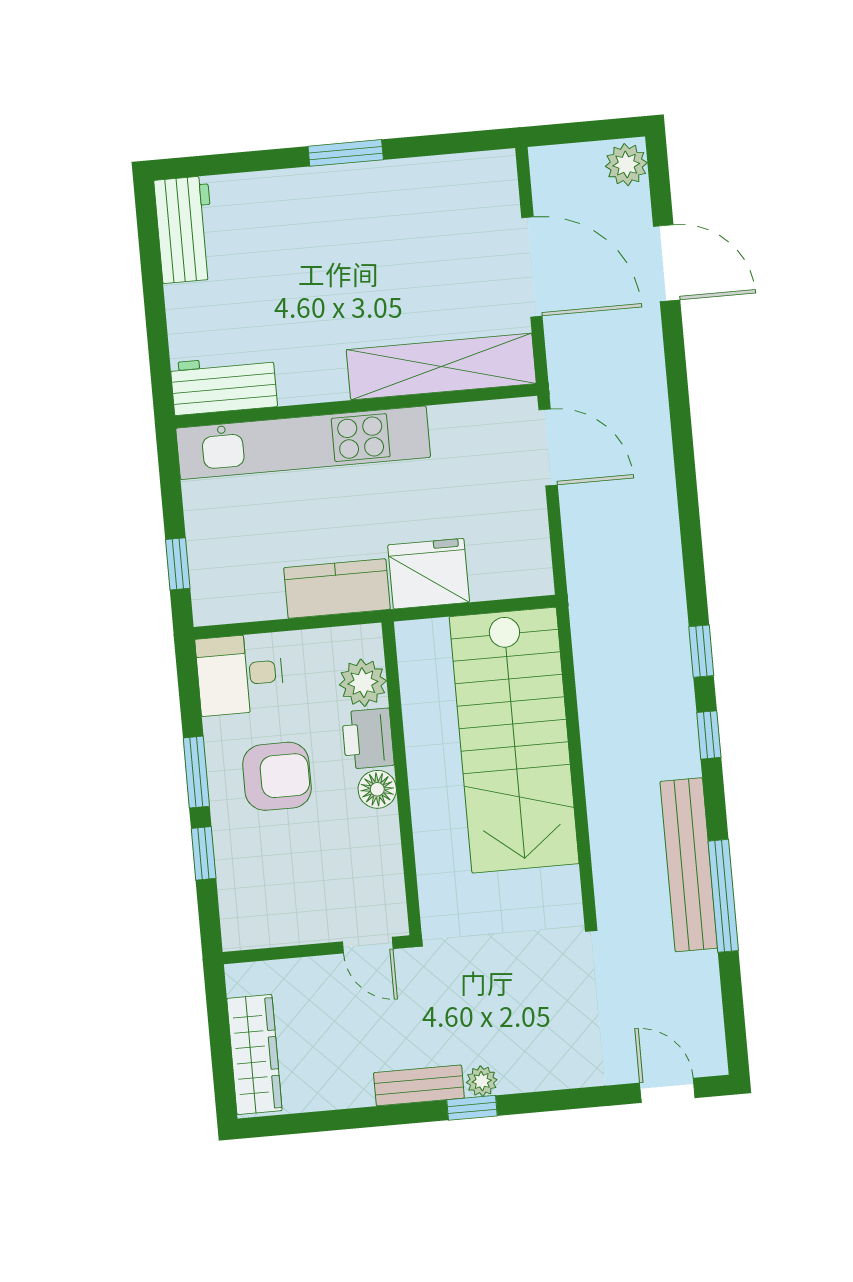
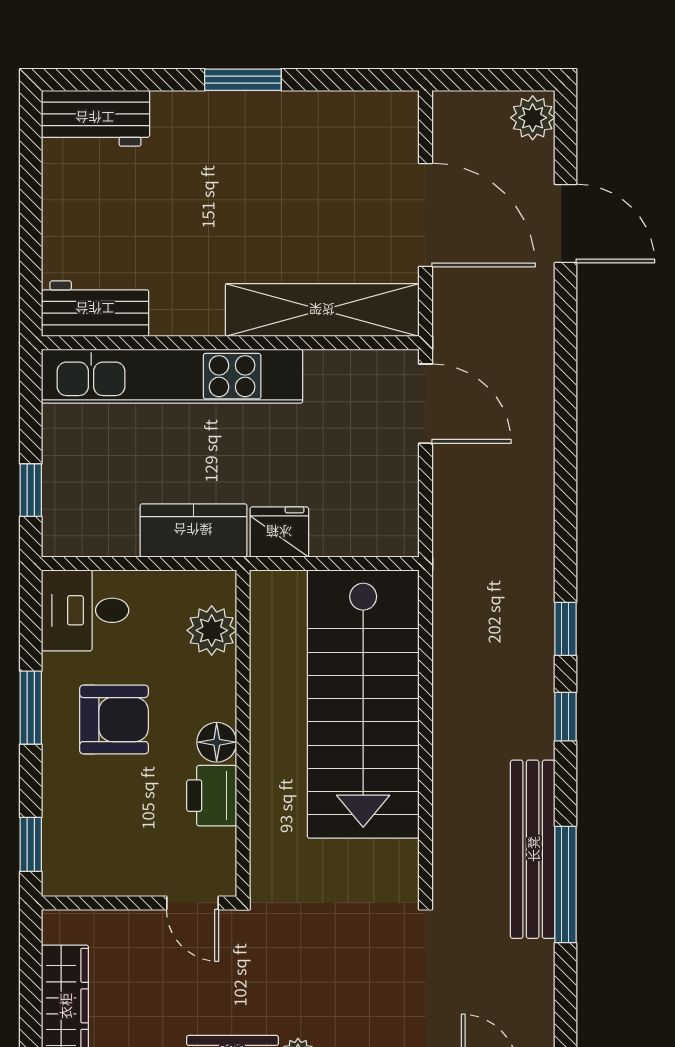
workbench: (185, 230) -> (95, 118), moved, turned 90
fridge: (429, 574) -> (279, 532), width x0.73, depth x0.75
printer: (368, 739) -> (212, 796), moved
window: (204, 853) -> (31, 844), moved

